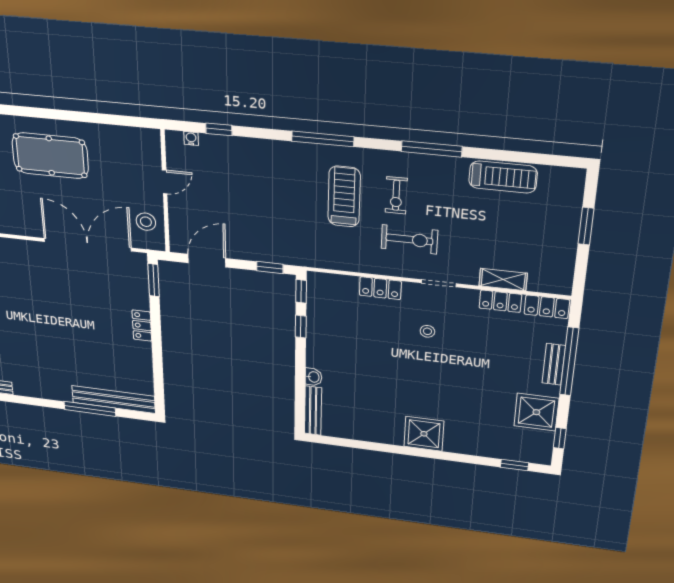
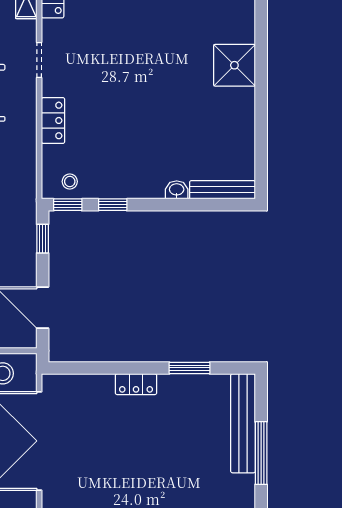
window: (154, 280) -> (190, 368), moved
stool: (427, 331) -> (70, 182), moved

